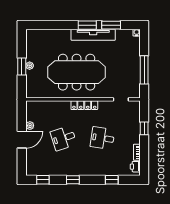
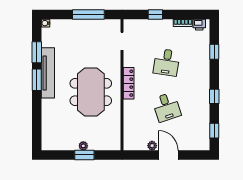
meeting table: (77, 72) -> (91, 92), width x0.73

